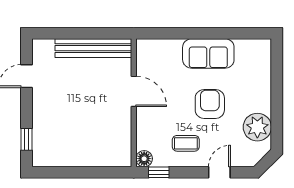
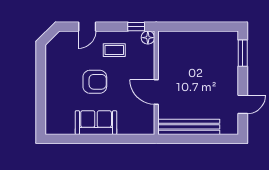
armchair: (210, 104) -> (95, 82), turned -90
plant: (257, 127) -> (56, 63), removed
window: (27, 139) -> (243, 53), width x1.50

